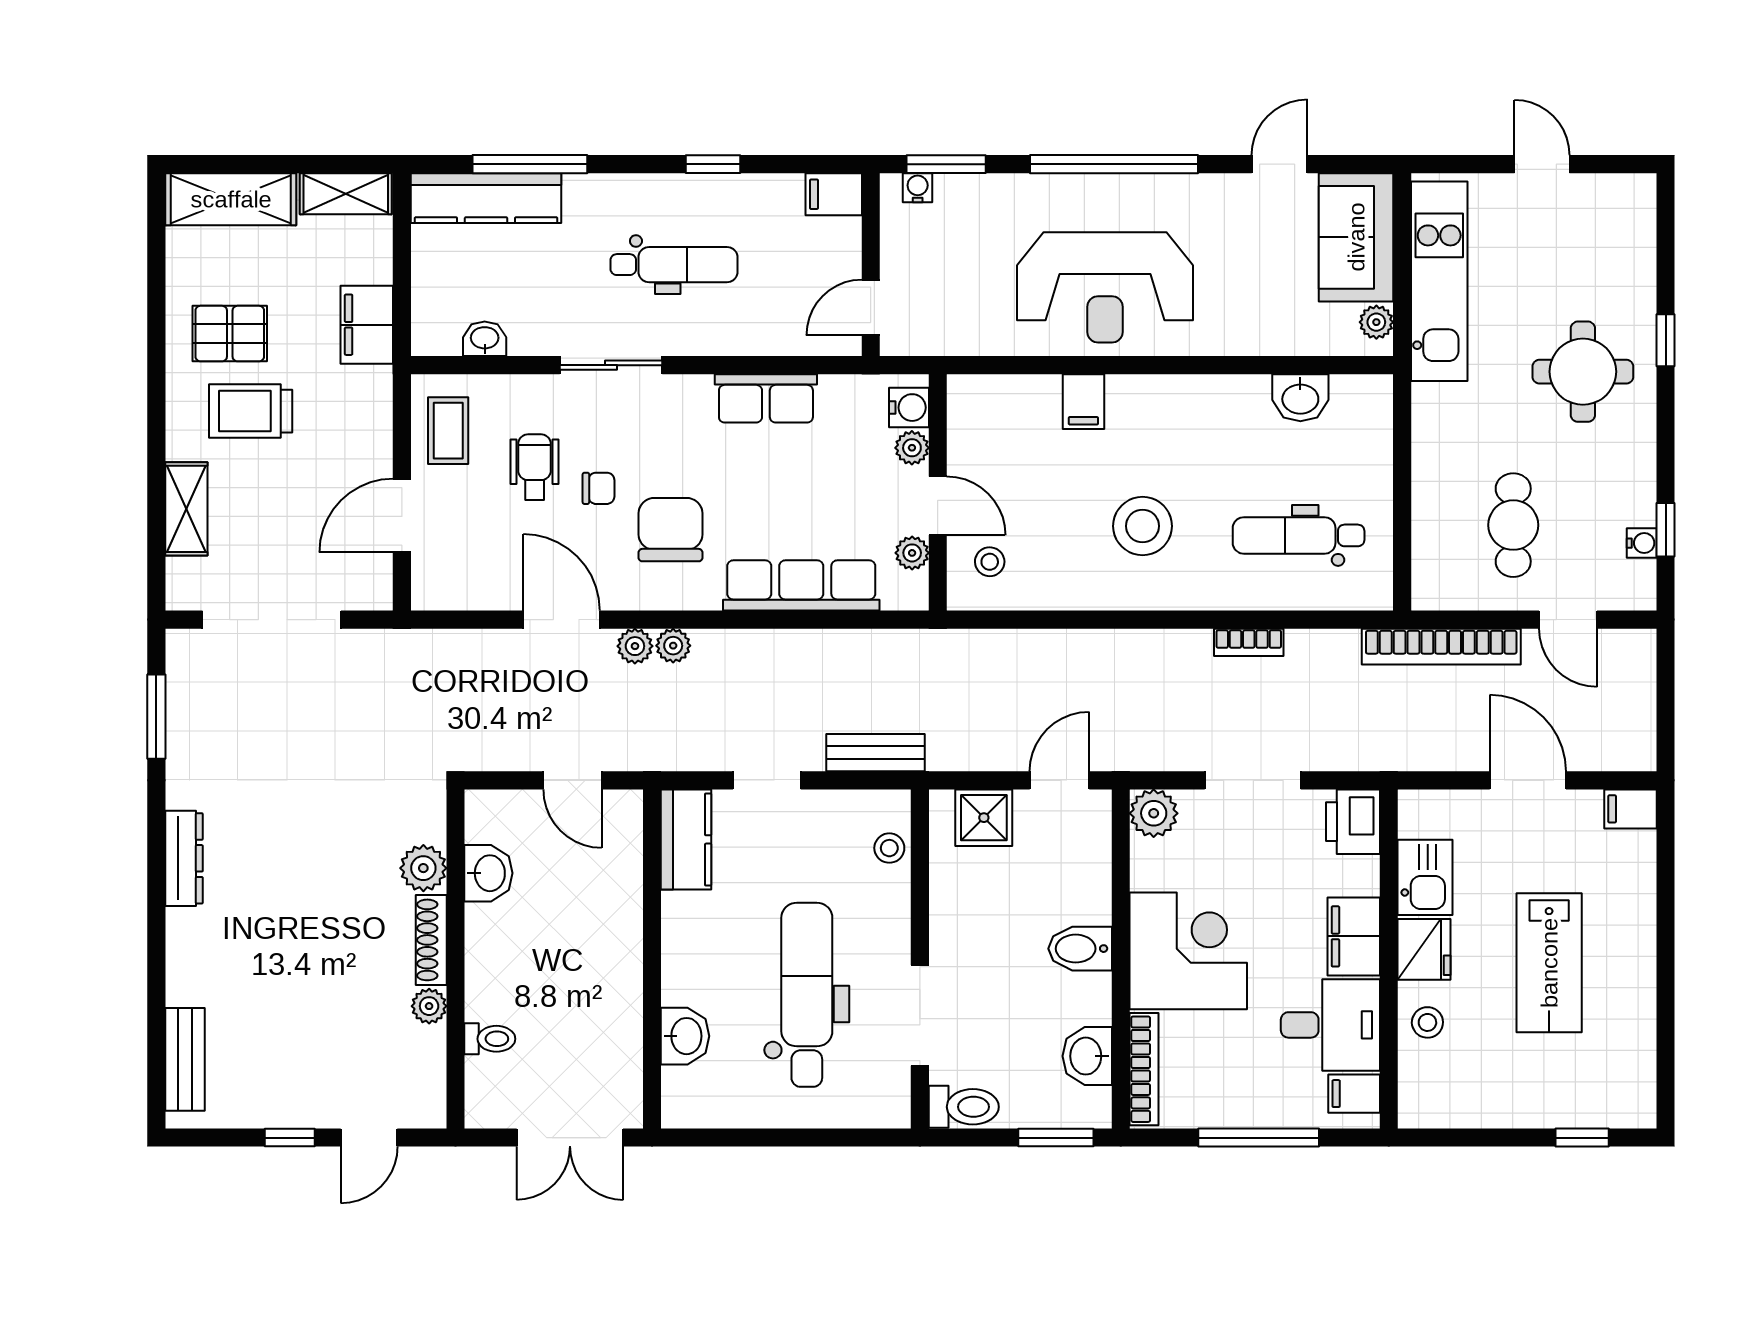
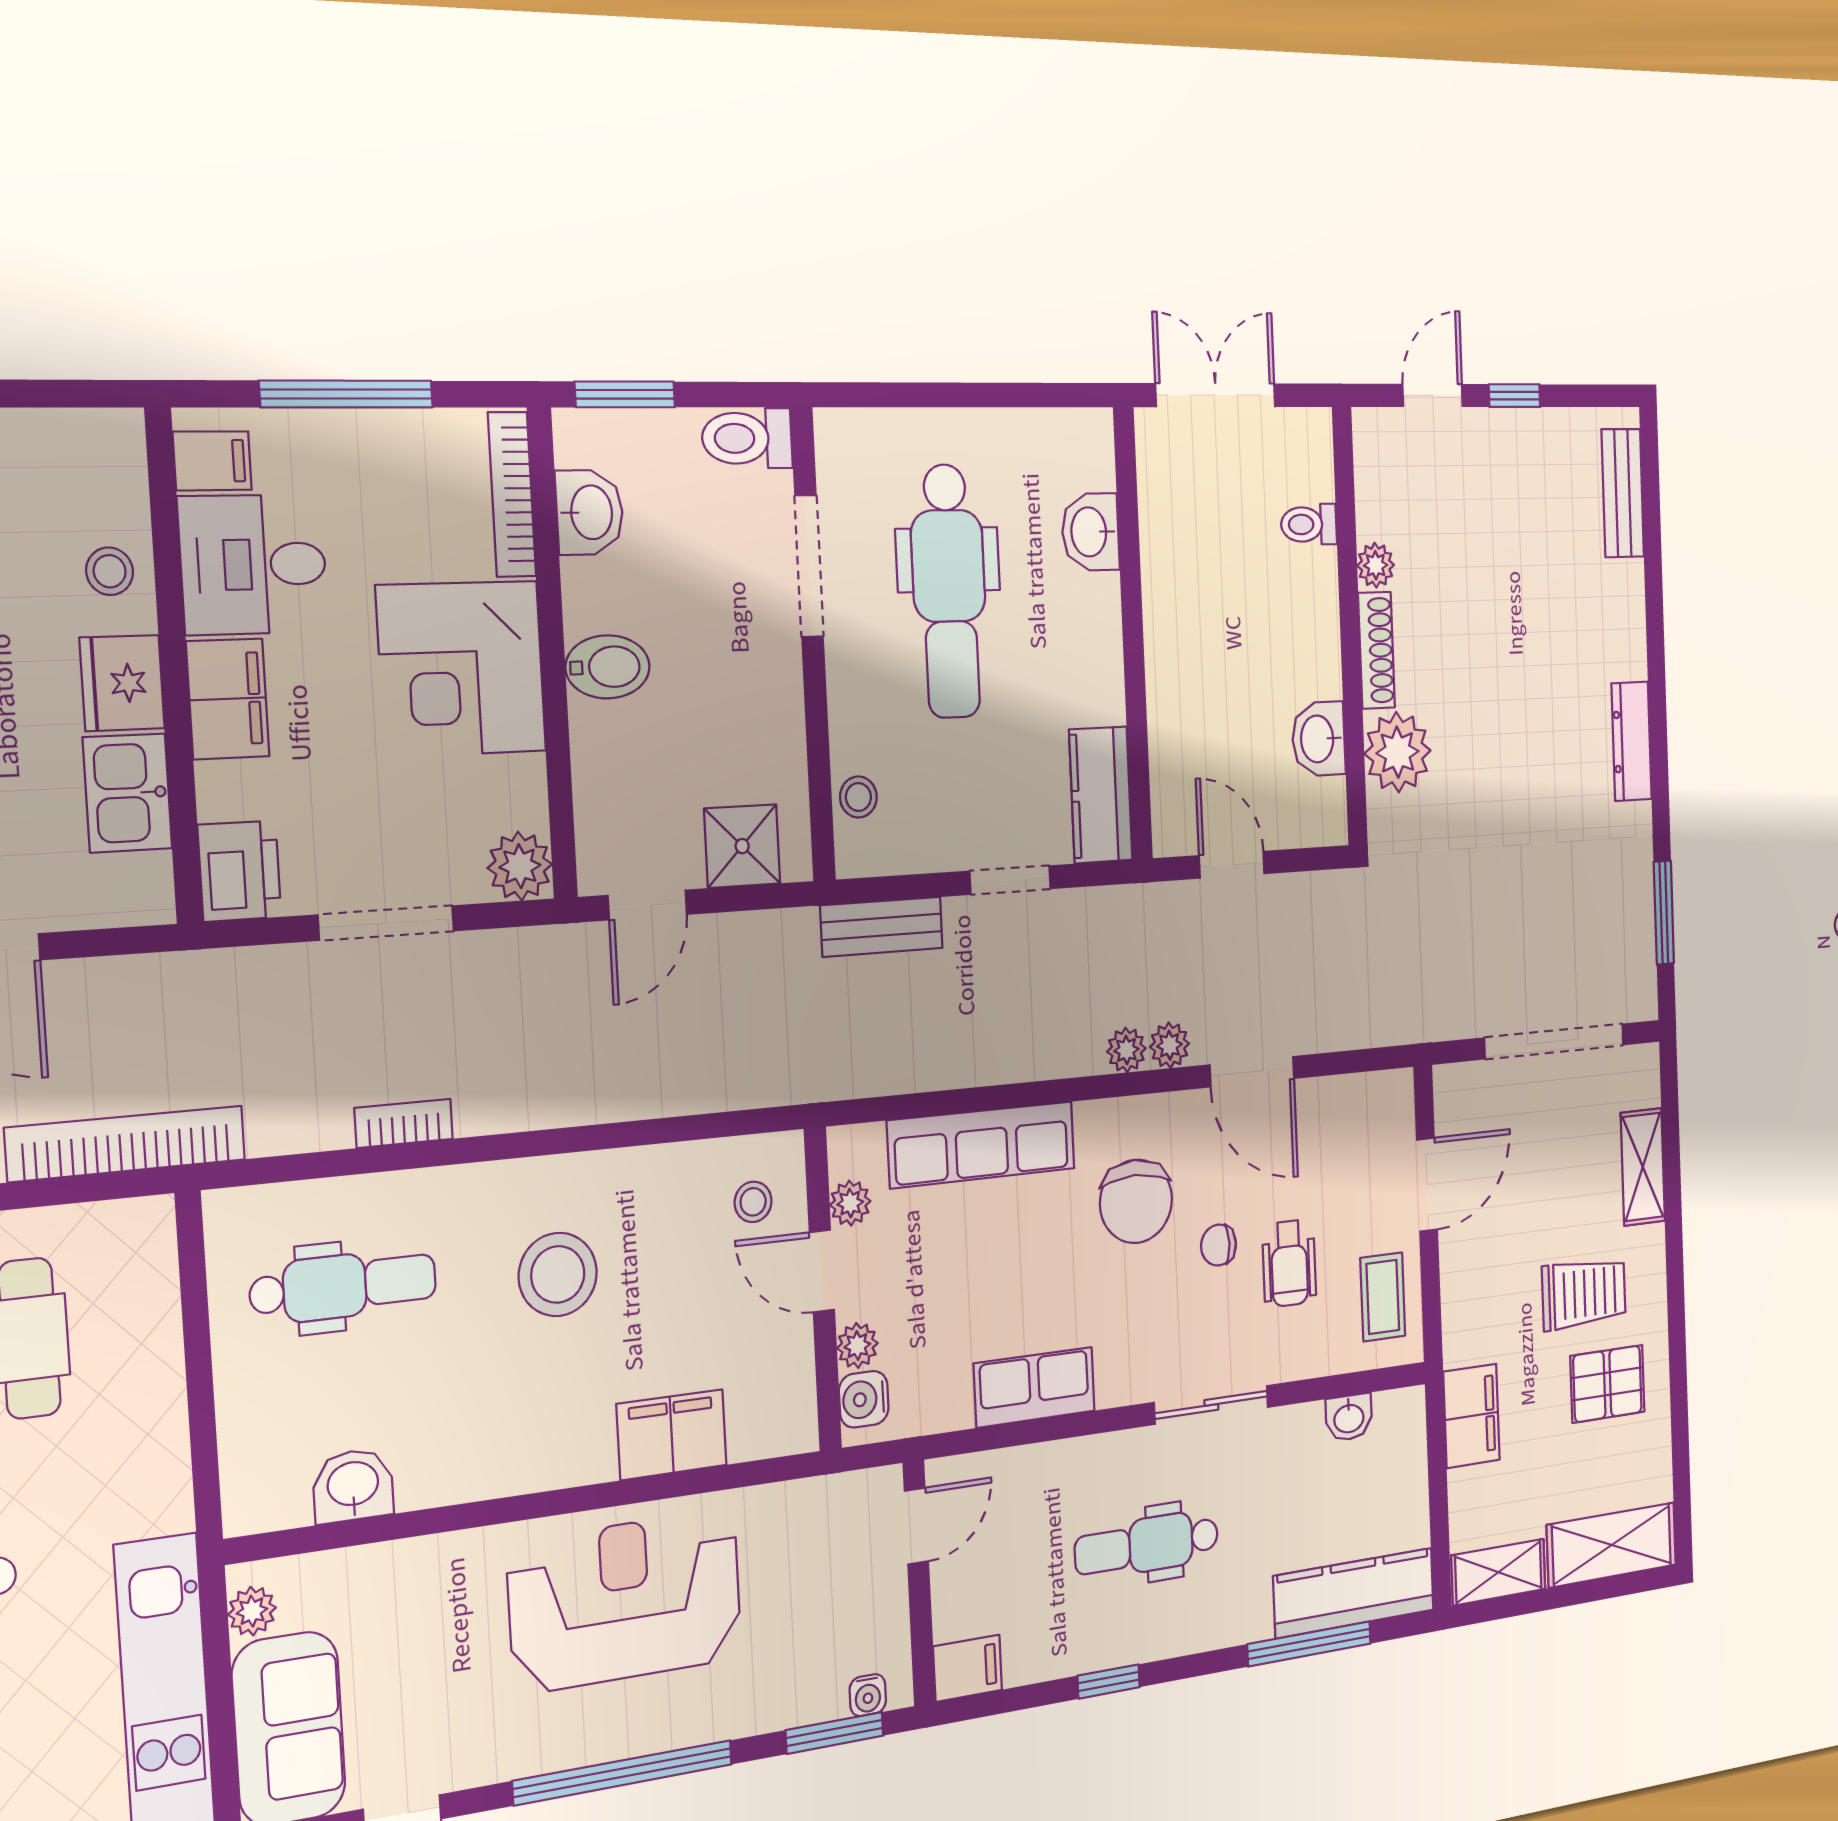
filing cabinet: (1083, 402) -> (672, 1435), width x2.00
plant: (423, 868) -> (1398, 752), width x1.36, depth x1.36

